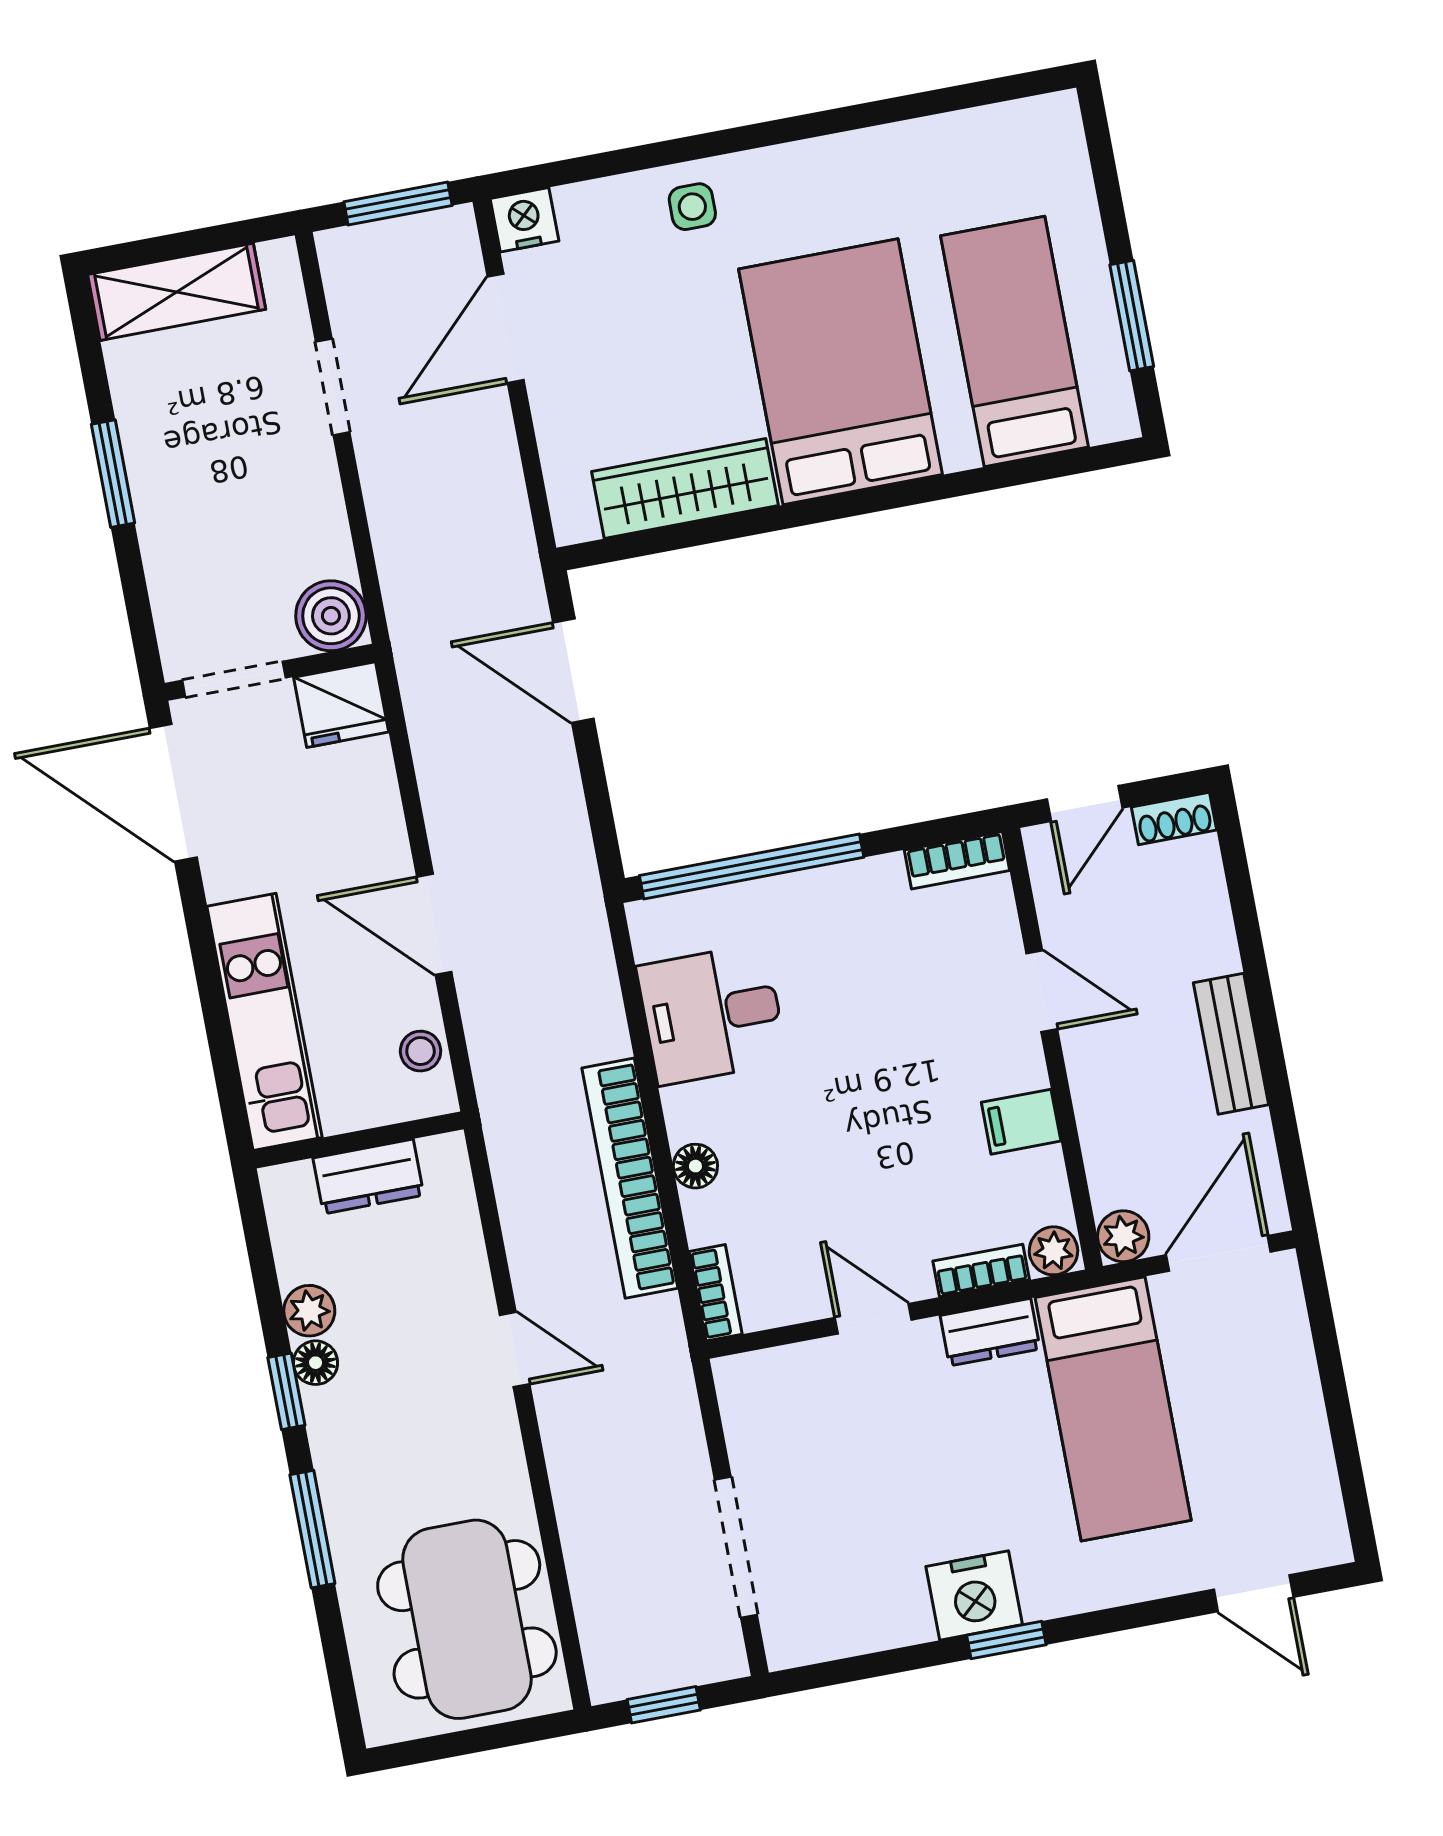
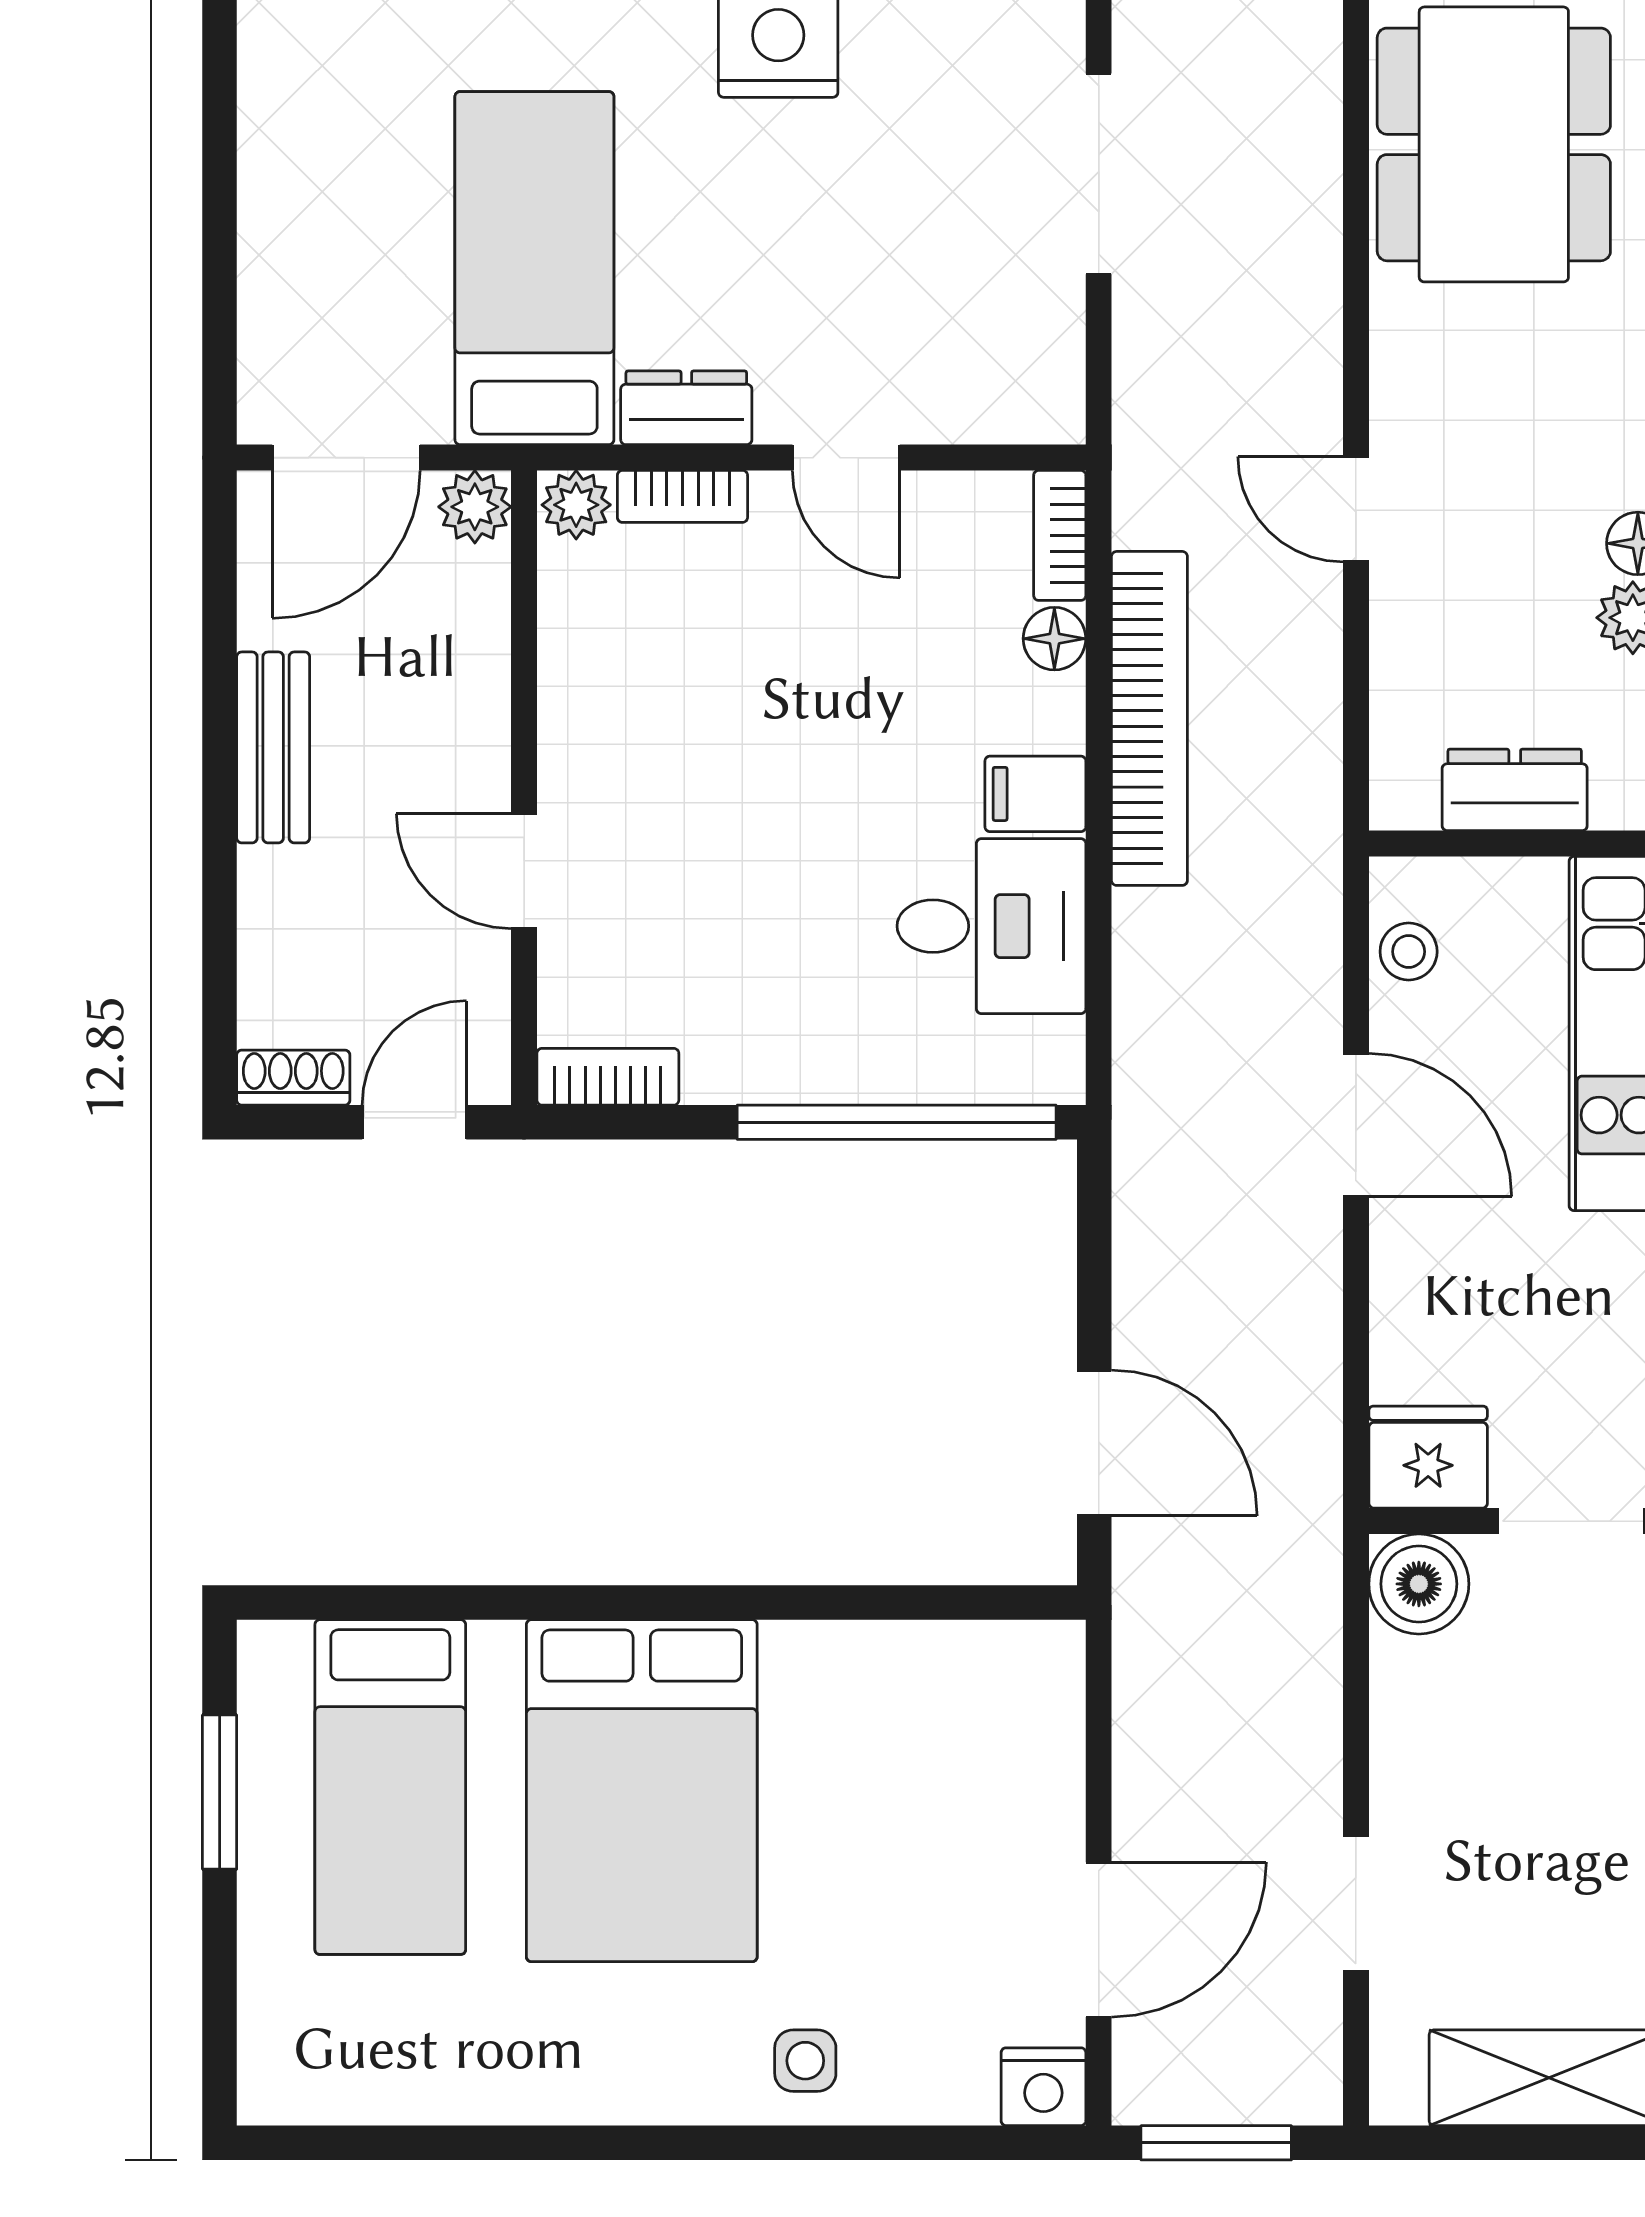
wardrobe: (685, 488) -> (890, 1668), removed
filing cabinet: (1021, 1122) -> (1035, 794), moved, turned 180
floor lamp: (695, 1166) -> (1054, 639), moved

